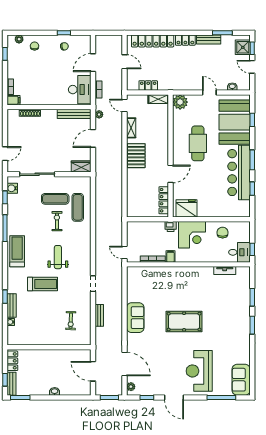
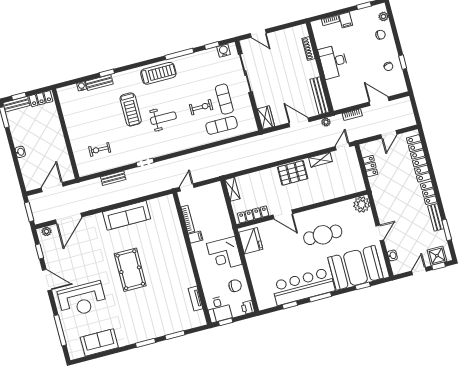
desk: (80, 90) -> (333, 62), moved, turned 90
shelving: (158, 99) -> (232, 189), moved
filing cabinet: (13, 100) -> (346, 20), moved
printer: (171, 226) -> (248, 307), moved
sofa: (135, 318) -> (127, 215), width x1.36
reception desk: (199, 371) -> (82, 299), turned 180
sofa: (241, 380) -> (99, 342), moved
door: (174, 397) -> (47, 280), swing flipped

